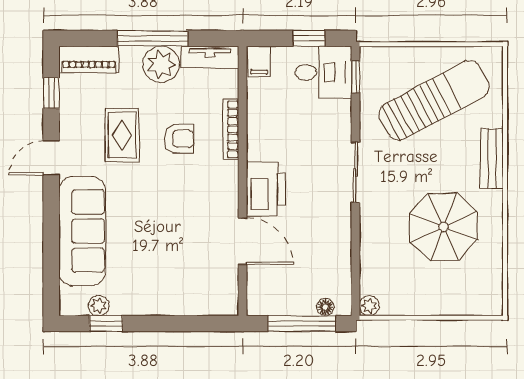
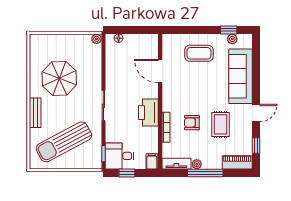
plant: (161, 64) -> (197, 164), width x0.53, depth x0.53
printer: (266, 189) -> (148, 113), moved
coffee table: (165, 277) -> (199, 53), added
window: (302, 323) -> (130, 30), removed

